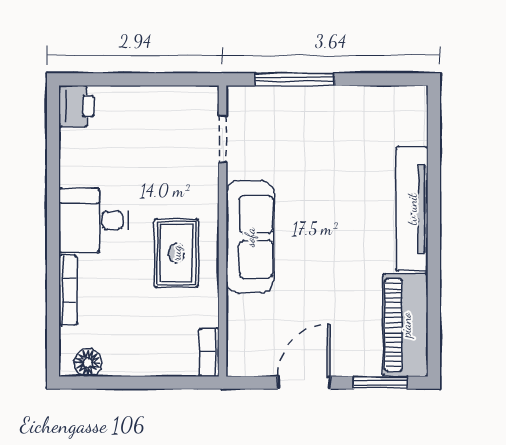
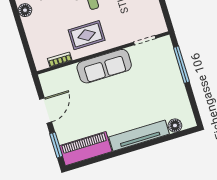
floor lamp: (414, 130) -> (175, 125), added
bookcase: (209, 352) -> (60, 60), moved
door: (304, 383) -> (46, 111), hinge flipped

